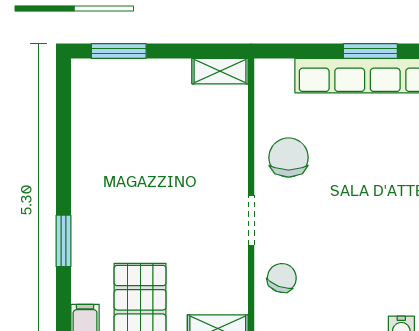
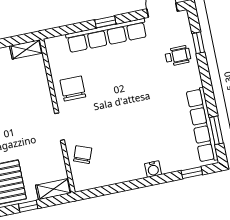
window: (370, 51) -> (105, 22), width x0.67

